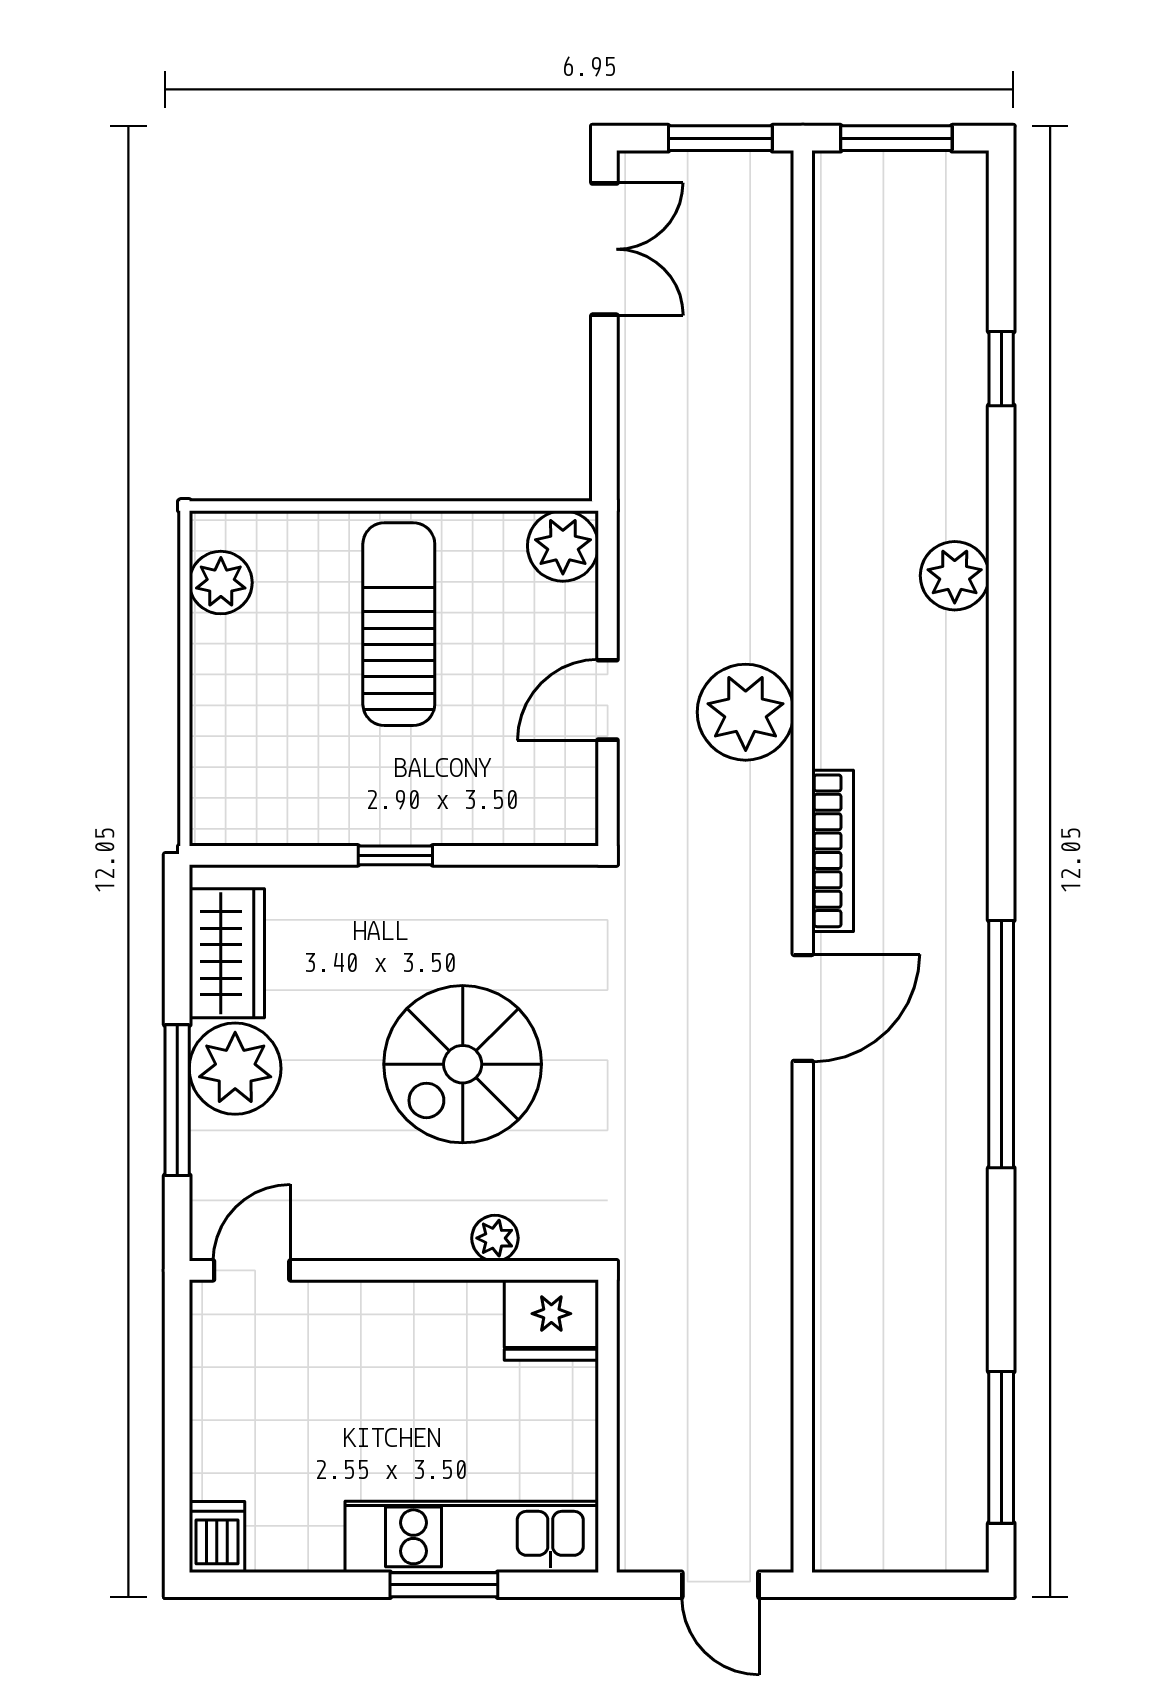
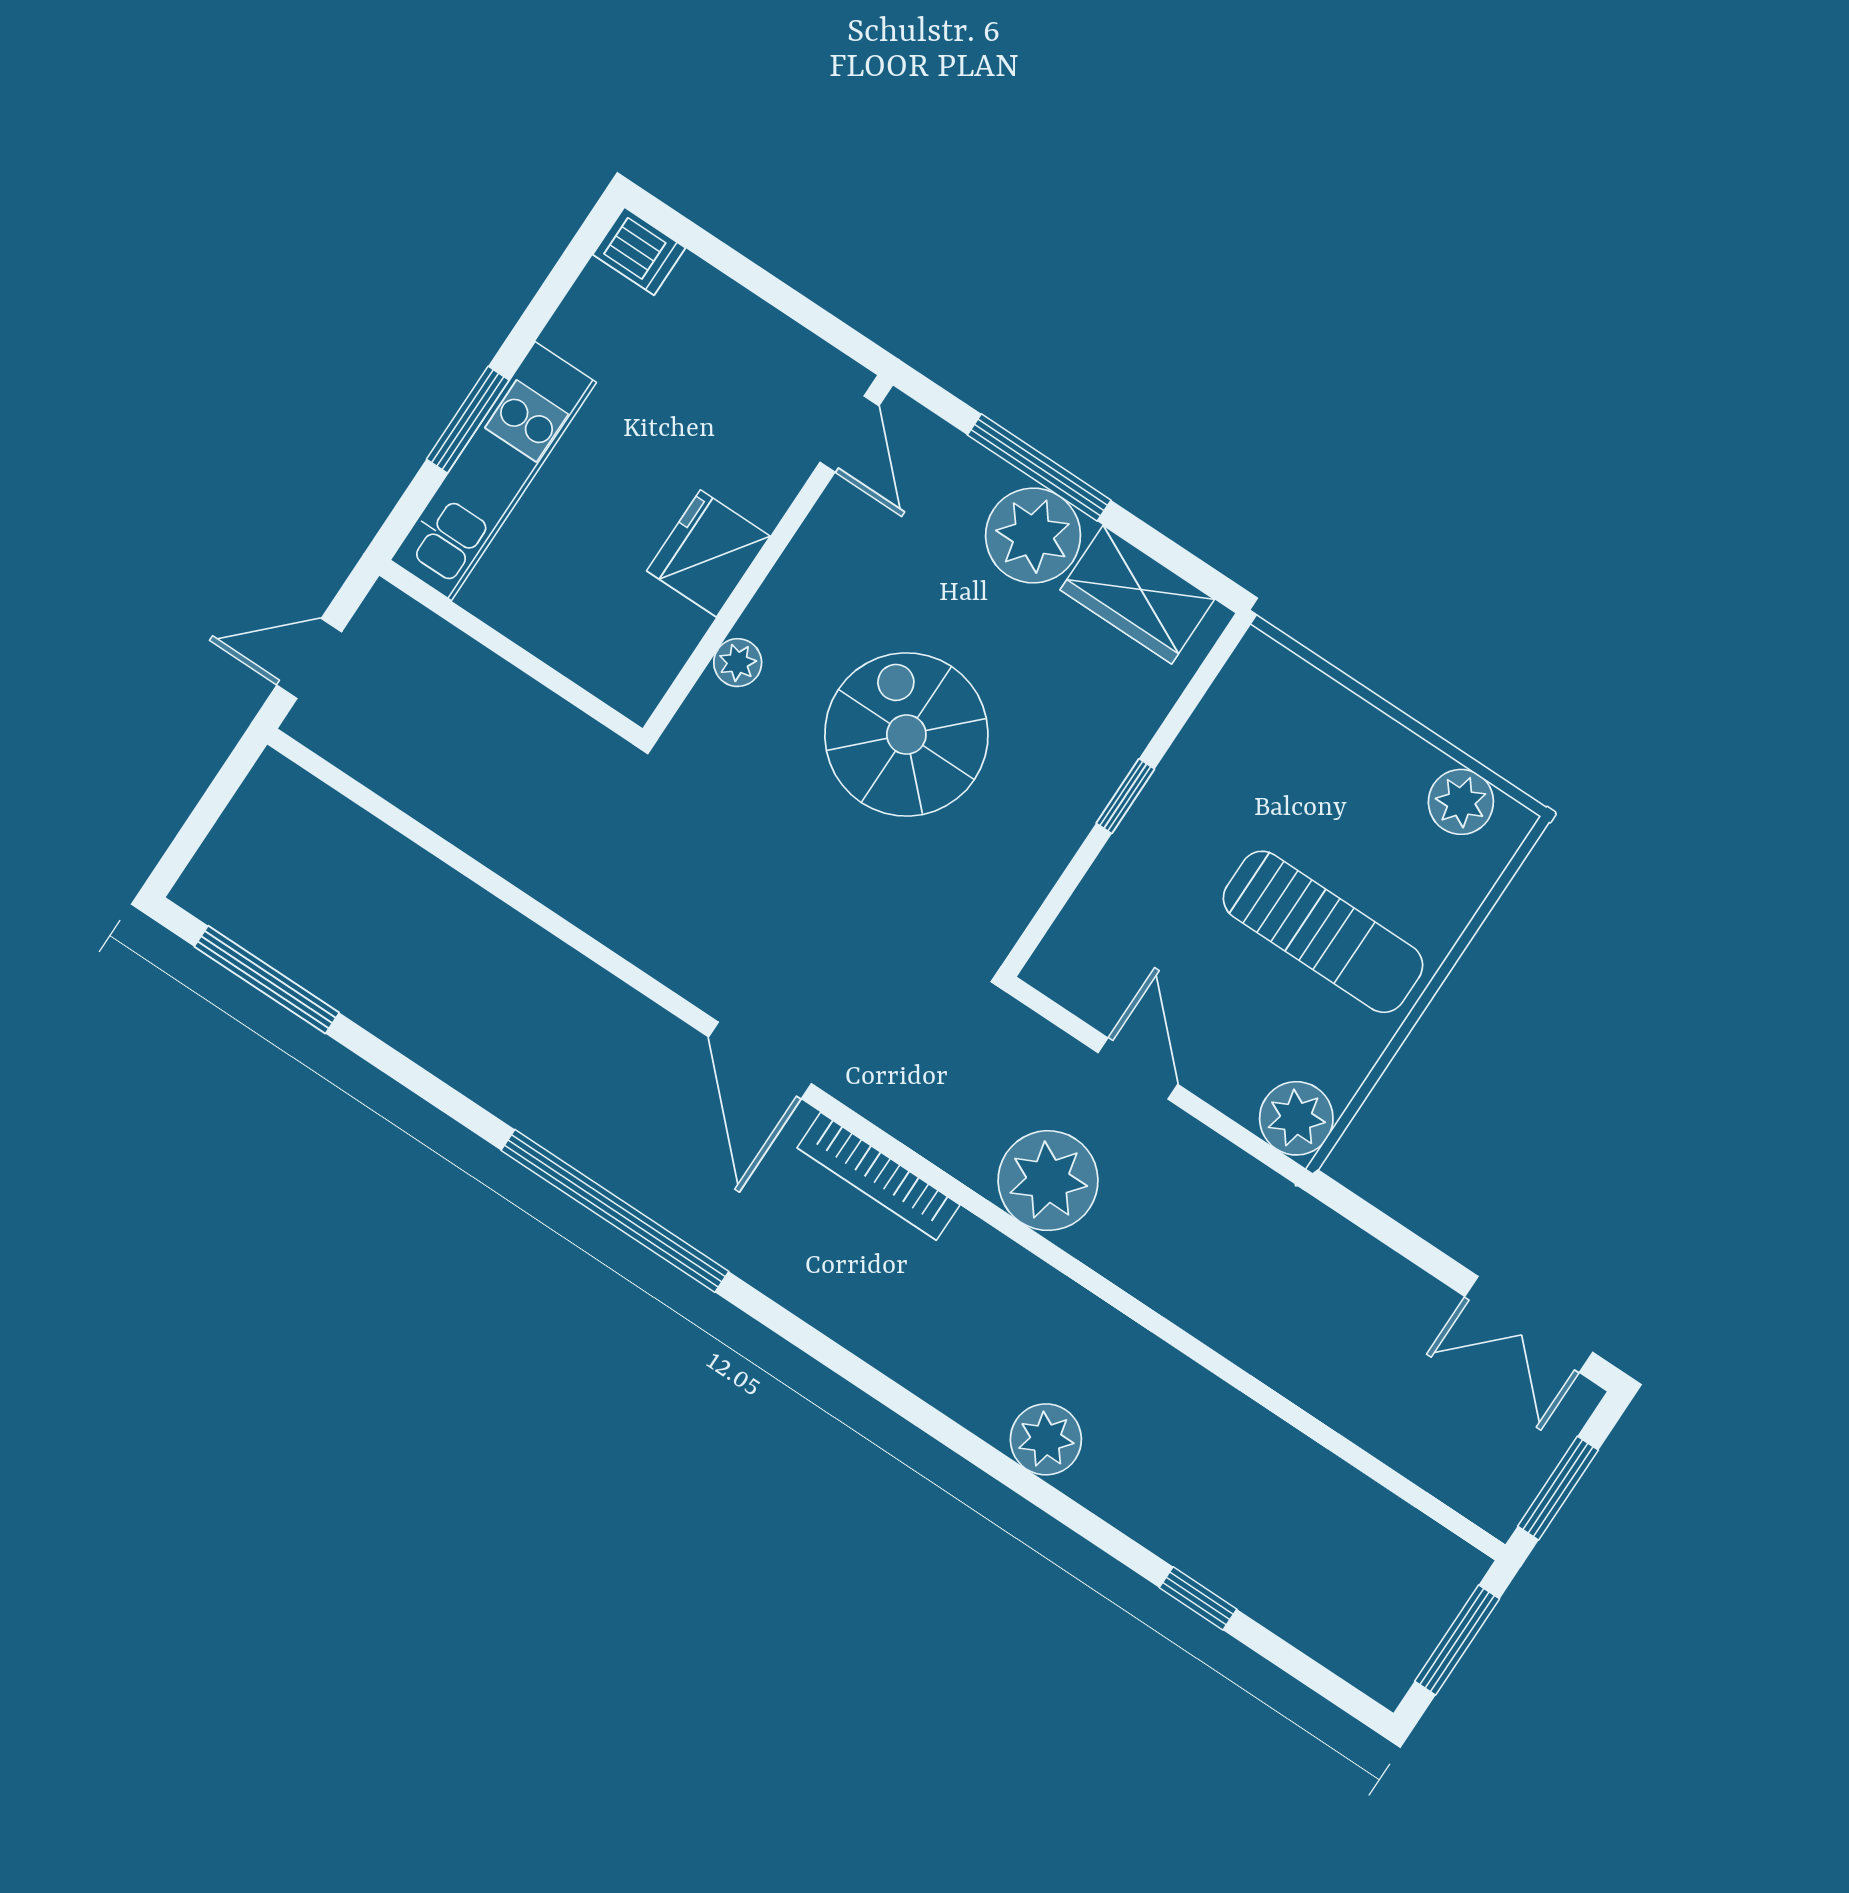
fridge: (551, 1320) -> (708, 553), moved

